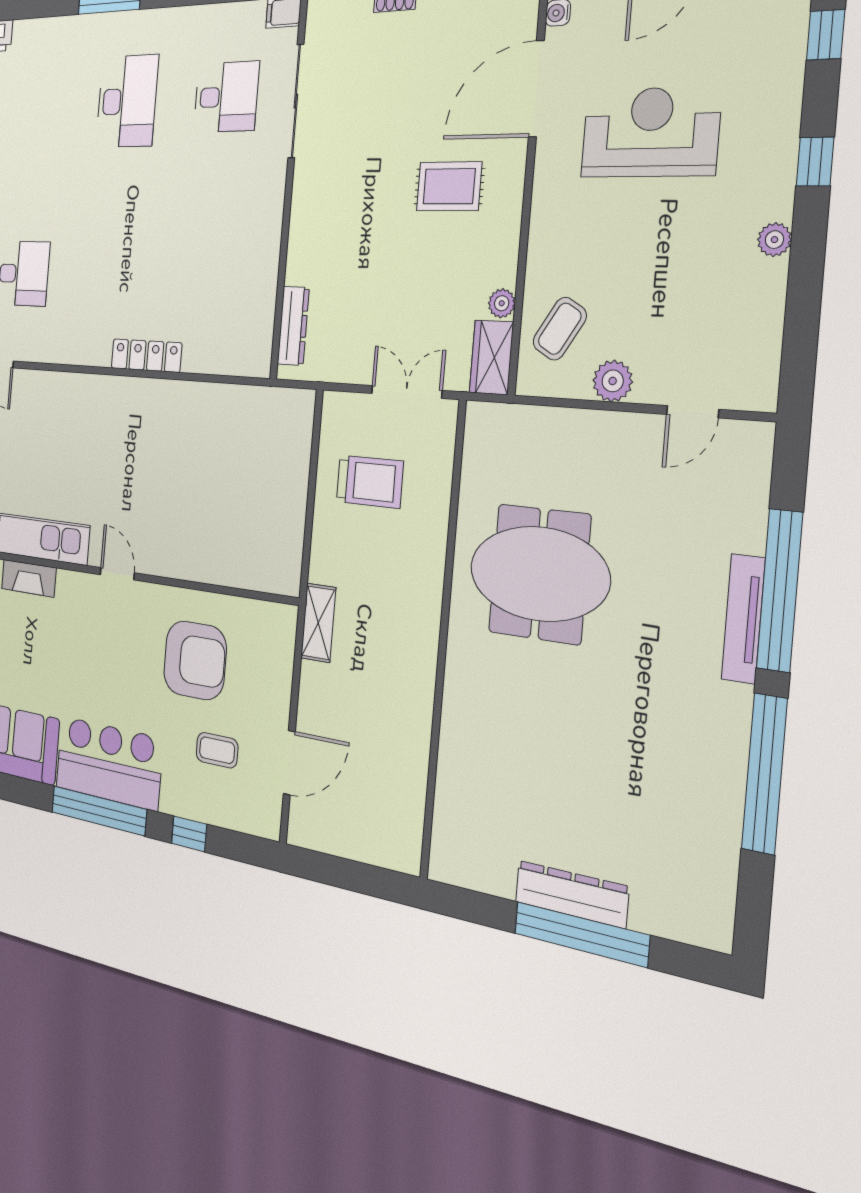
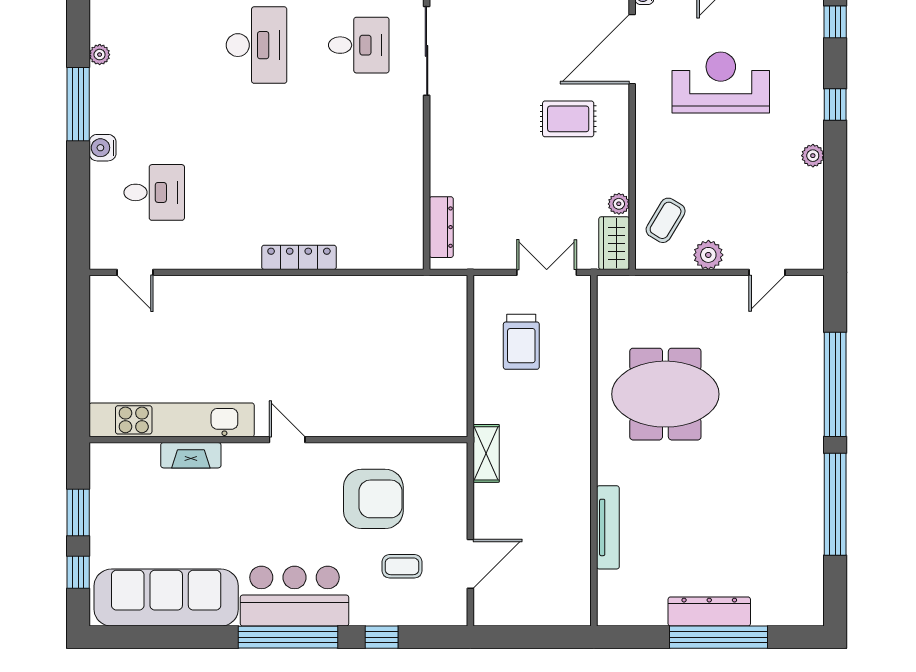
trolley: (370, 482) -> (521, 342), turned 90
tv unit: (743, 619) -> (608, 527), moved, turned 180

